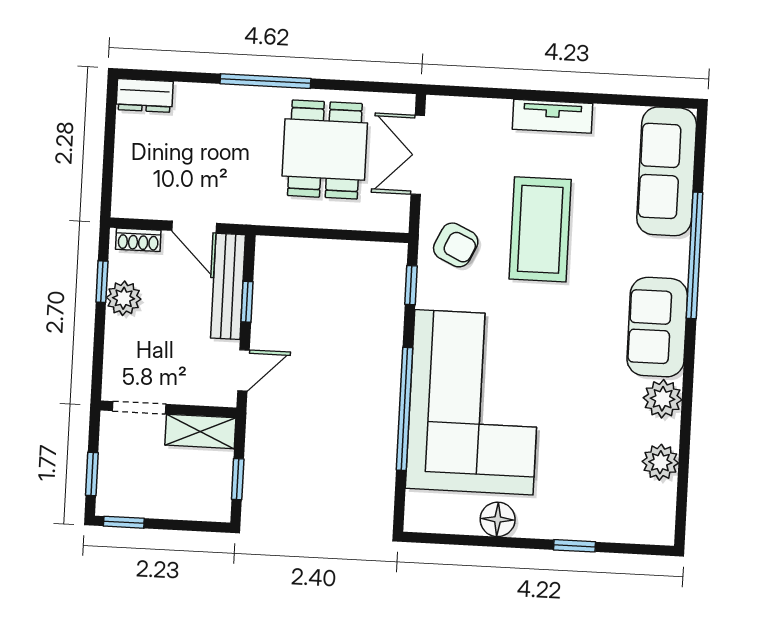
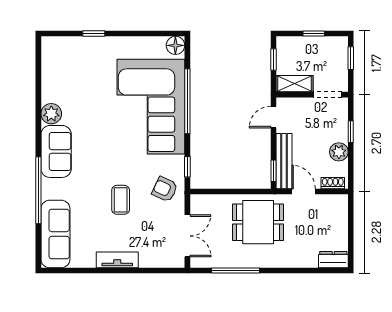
window: (265, 81) -> (236, 271), moved
dining table: (325, 150) -> (258, 222), moved, turned 90
coffee table: (540, 229) -> (121, 200), width x0.54, depth x0.58
window: (102, 282) -> (351, 132), moved
window: (247, 302) -> (274, 171), moved
plant: (660, 462) -> (51, 80), removed
floor lamp: (498, 519) -> (175, 45), moved
window: (124, 522) -> (314, 34), moved

